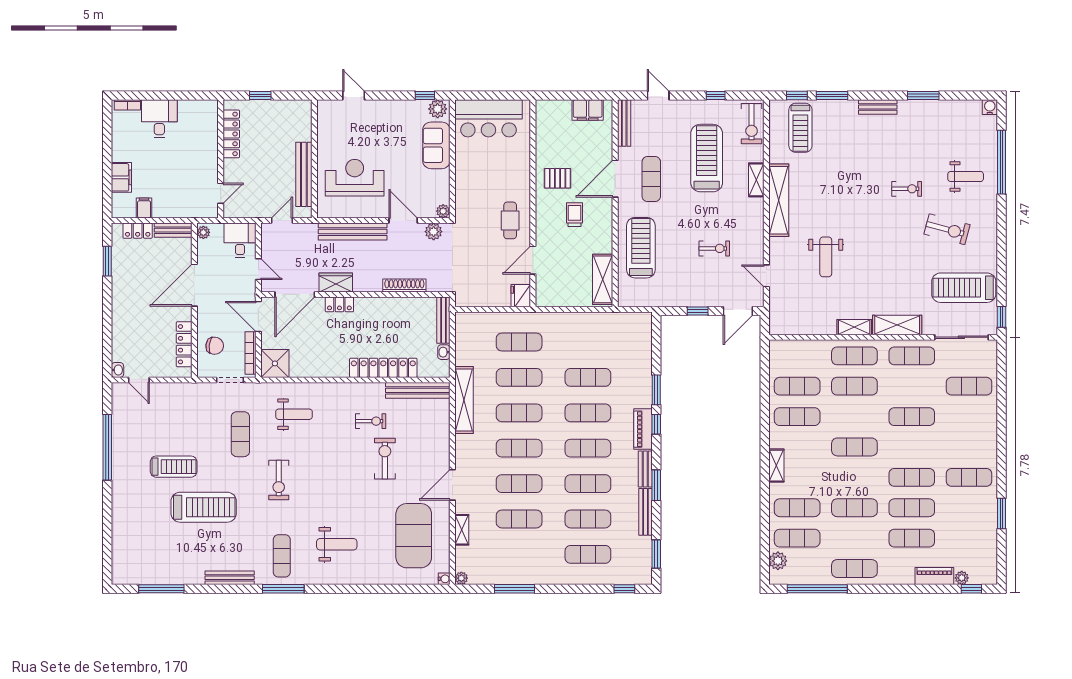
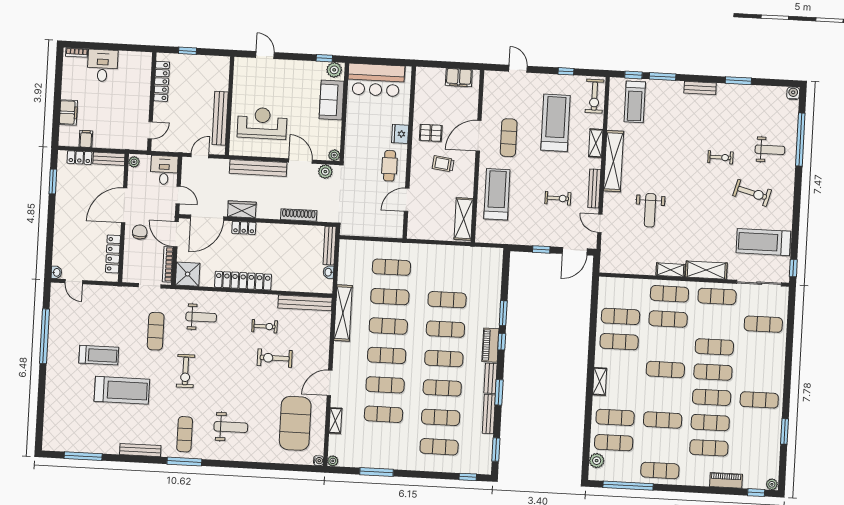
bench: (624, 123) -> (594, 189), moved
trolley: (574, 215) -> (443, 164), turned -83
fridge: (521, 296) -> (400, 134), moved
chair: (215, 346) -> (140, 232), moved, turned -97
locker: (383, 368) -> (243, 281), moved
exercise mat: (912, 447) -> (713, 372), added
exercise bike: (385, 459) -> (275, 358), turned -90
plant: (962, 578) -> (772, 484), moved

